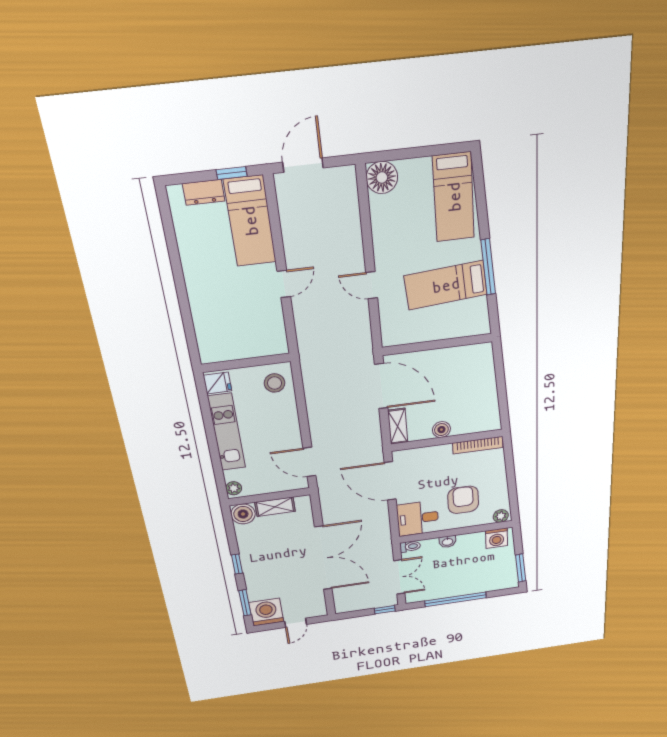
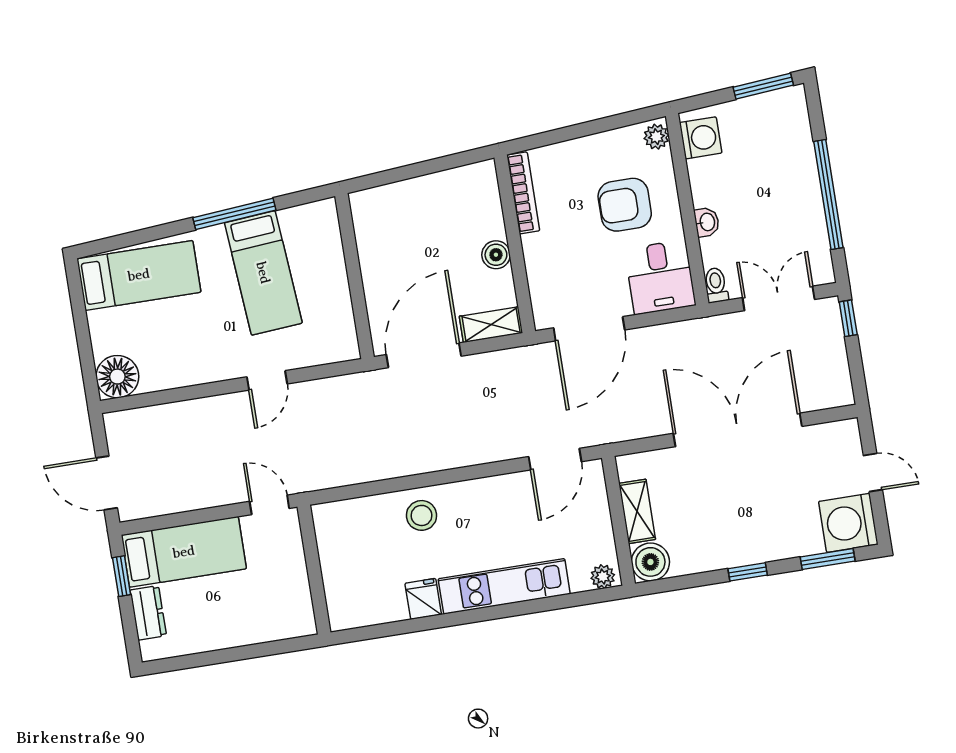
wall: (246, 363) -> (314, 570), moved

